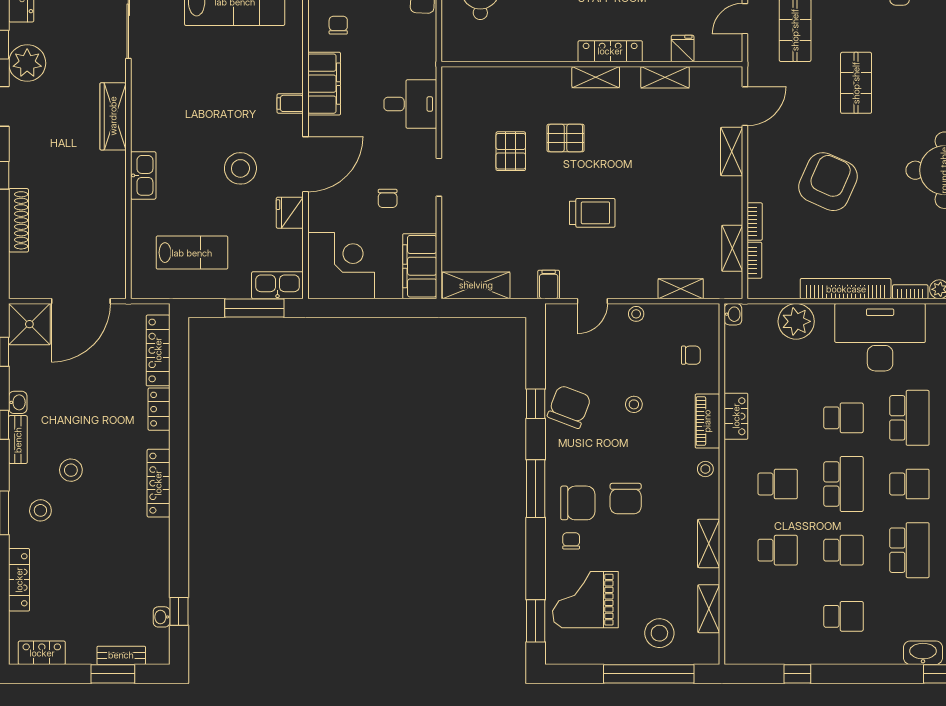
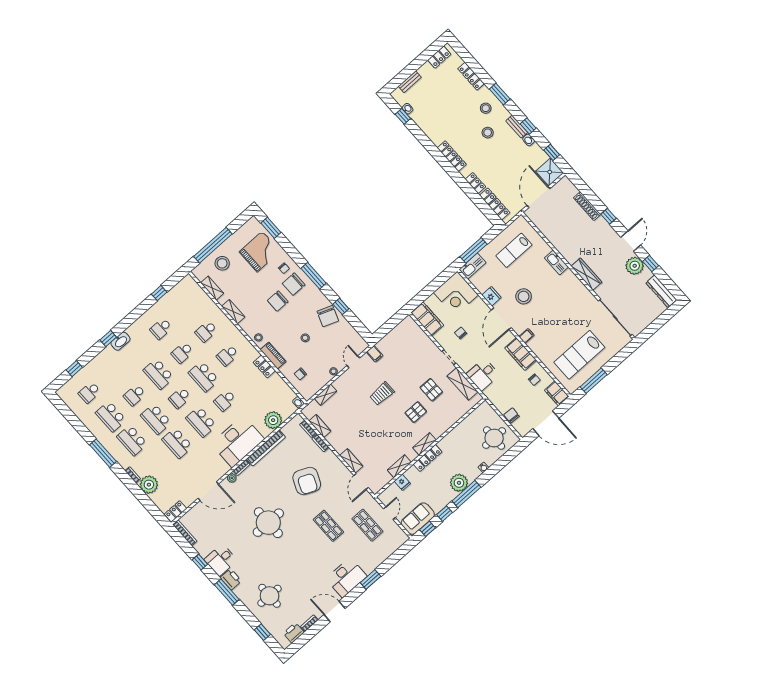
shelving: (476, 285) -> (462, 384), moved, turned 90
chair: (626, 499) -> (278, 301), turned -90
window: (113, 674) -> (407, 72), removed

